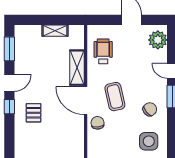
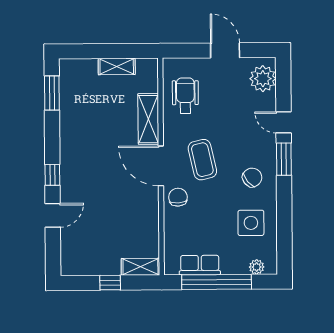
door: (9, 83) -> (53, 215), moved
pallet: (34, 113) -> (87, 184), removed

